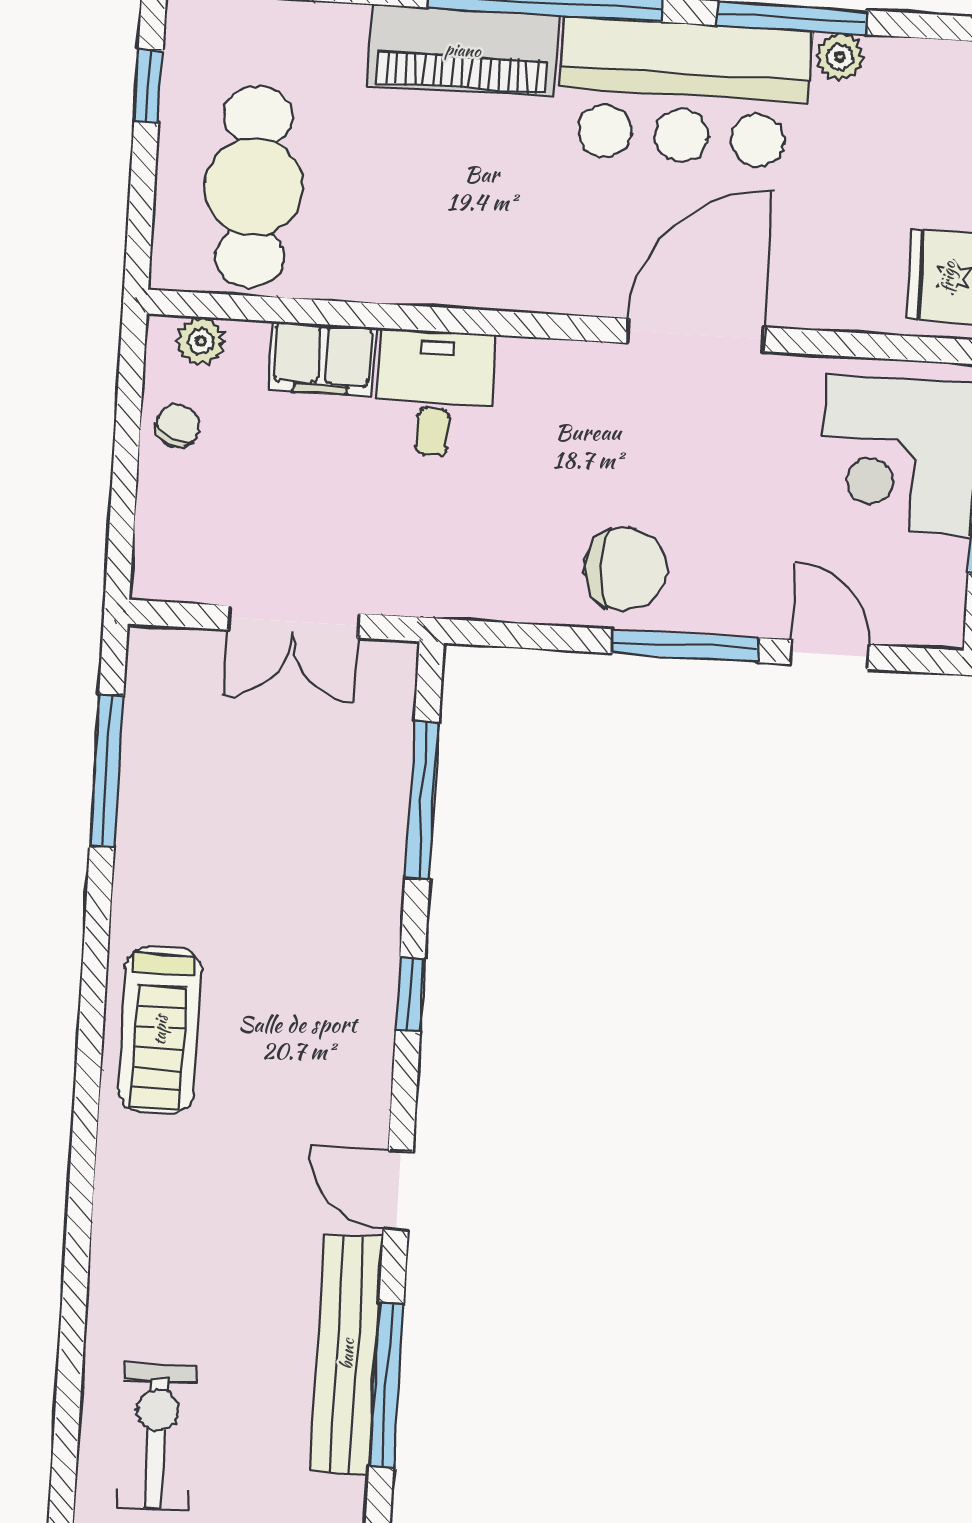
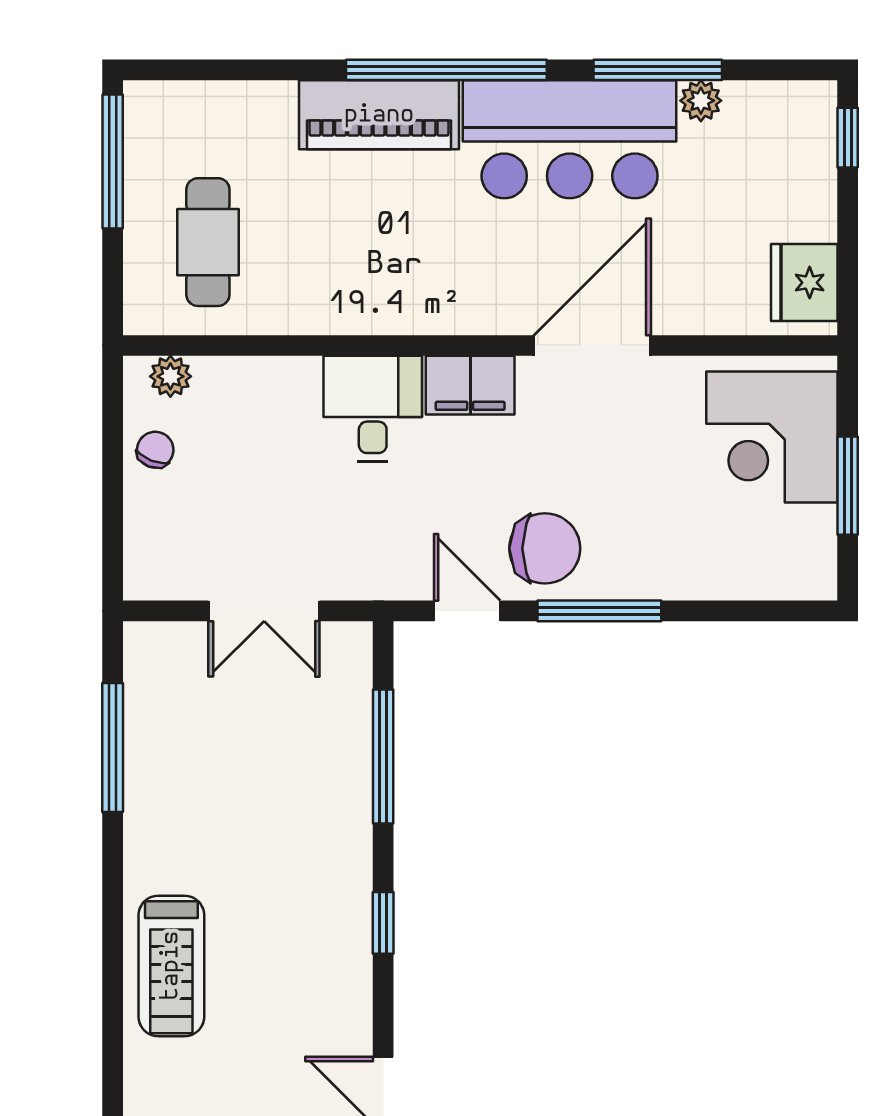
window: (148, 86) -> (113, 162), width x2.17
cafe table: (254, 187) -> (208, 242), width x0.73, depth x0.74
filing cabinet: (322, 359) -> (470, 385), moved
door: (829, 655) -> (467, 611), moved

